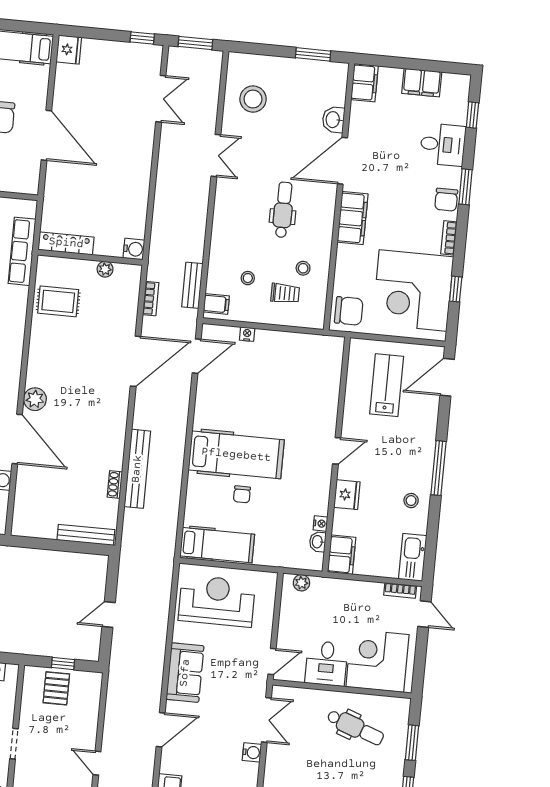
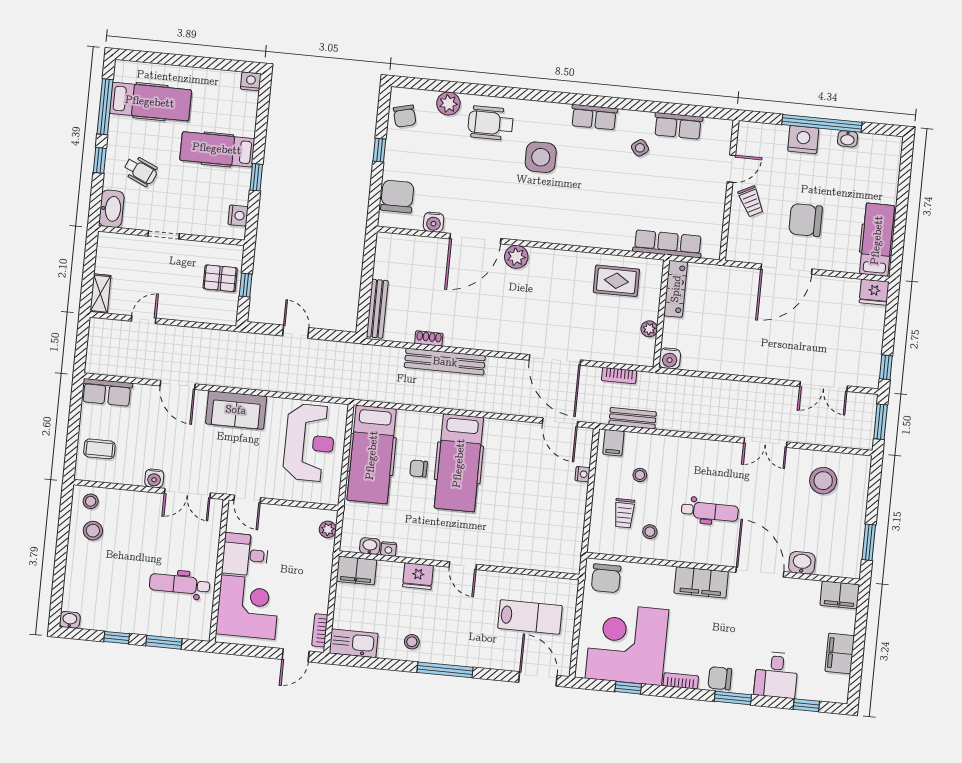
rug: (58, 301) -> (616, 281), turned 90
hospital bed: (217, 545) -> (372, 455), width x1.37, depth x1.29
dental chair: (355, 727) -> (180, 584), turned 70

